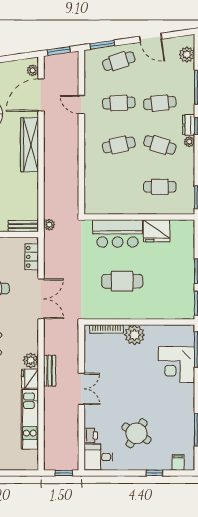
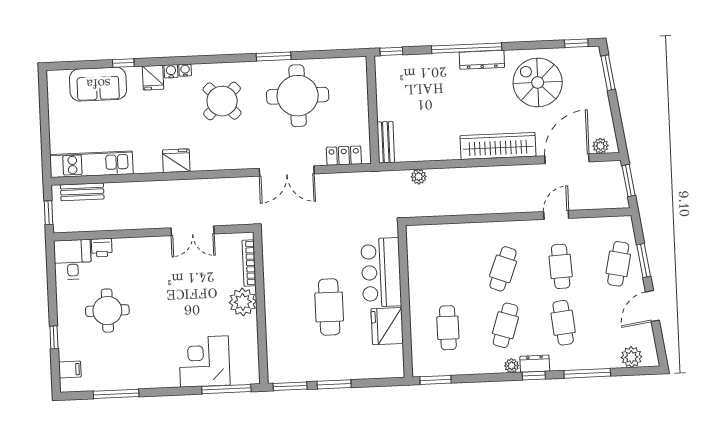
window: (102, 45) -> (644, 261), moved
cafe table: (119, 61) -> (618, 264), turned 30
door: (41, 95) -> (567, 159), hinge flipped
cafe table: (119, 145) -> (503, 269), turned 33
plant: (49, 225) -> (419, 177), moved
cafe table: (122, 281) -> (329, 307), moved
plant: (31, 360) -> (201, 161), removed
bench: (50, 371) -> (82, 192), moved
double door: (81, 389) -> (193, 231), moved
kitchen unit: (30, 419) -> (91, 164), moved
round table: (137, 433) -> (107, 311), turned -31

